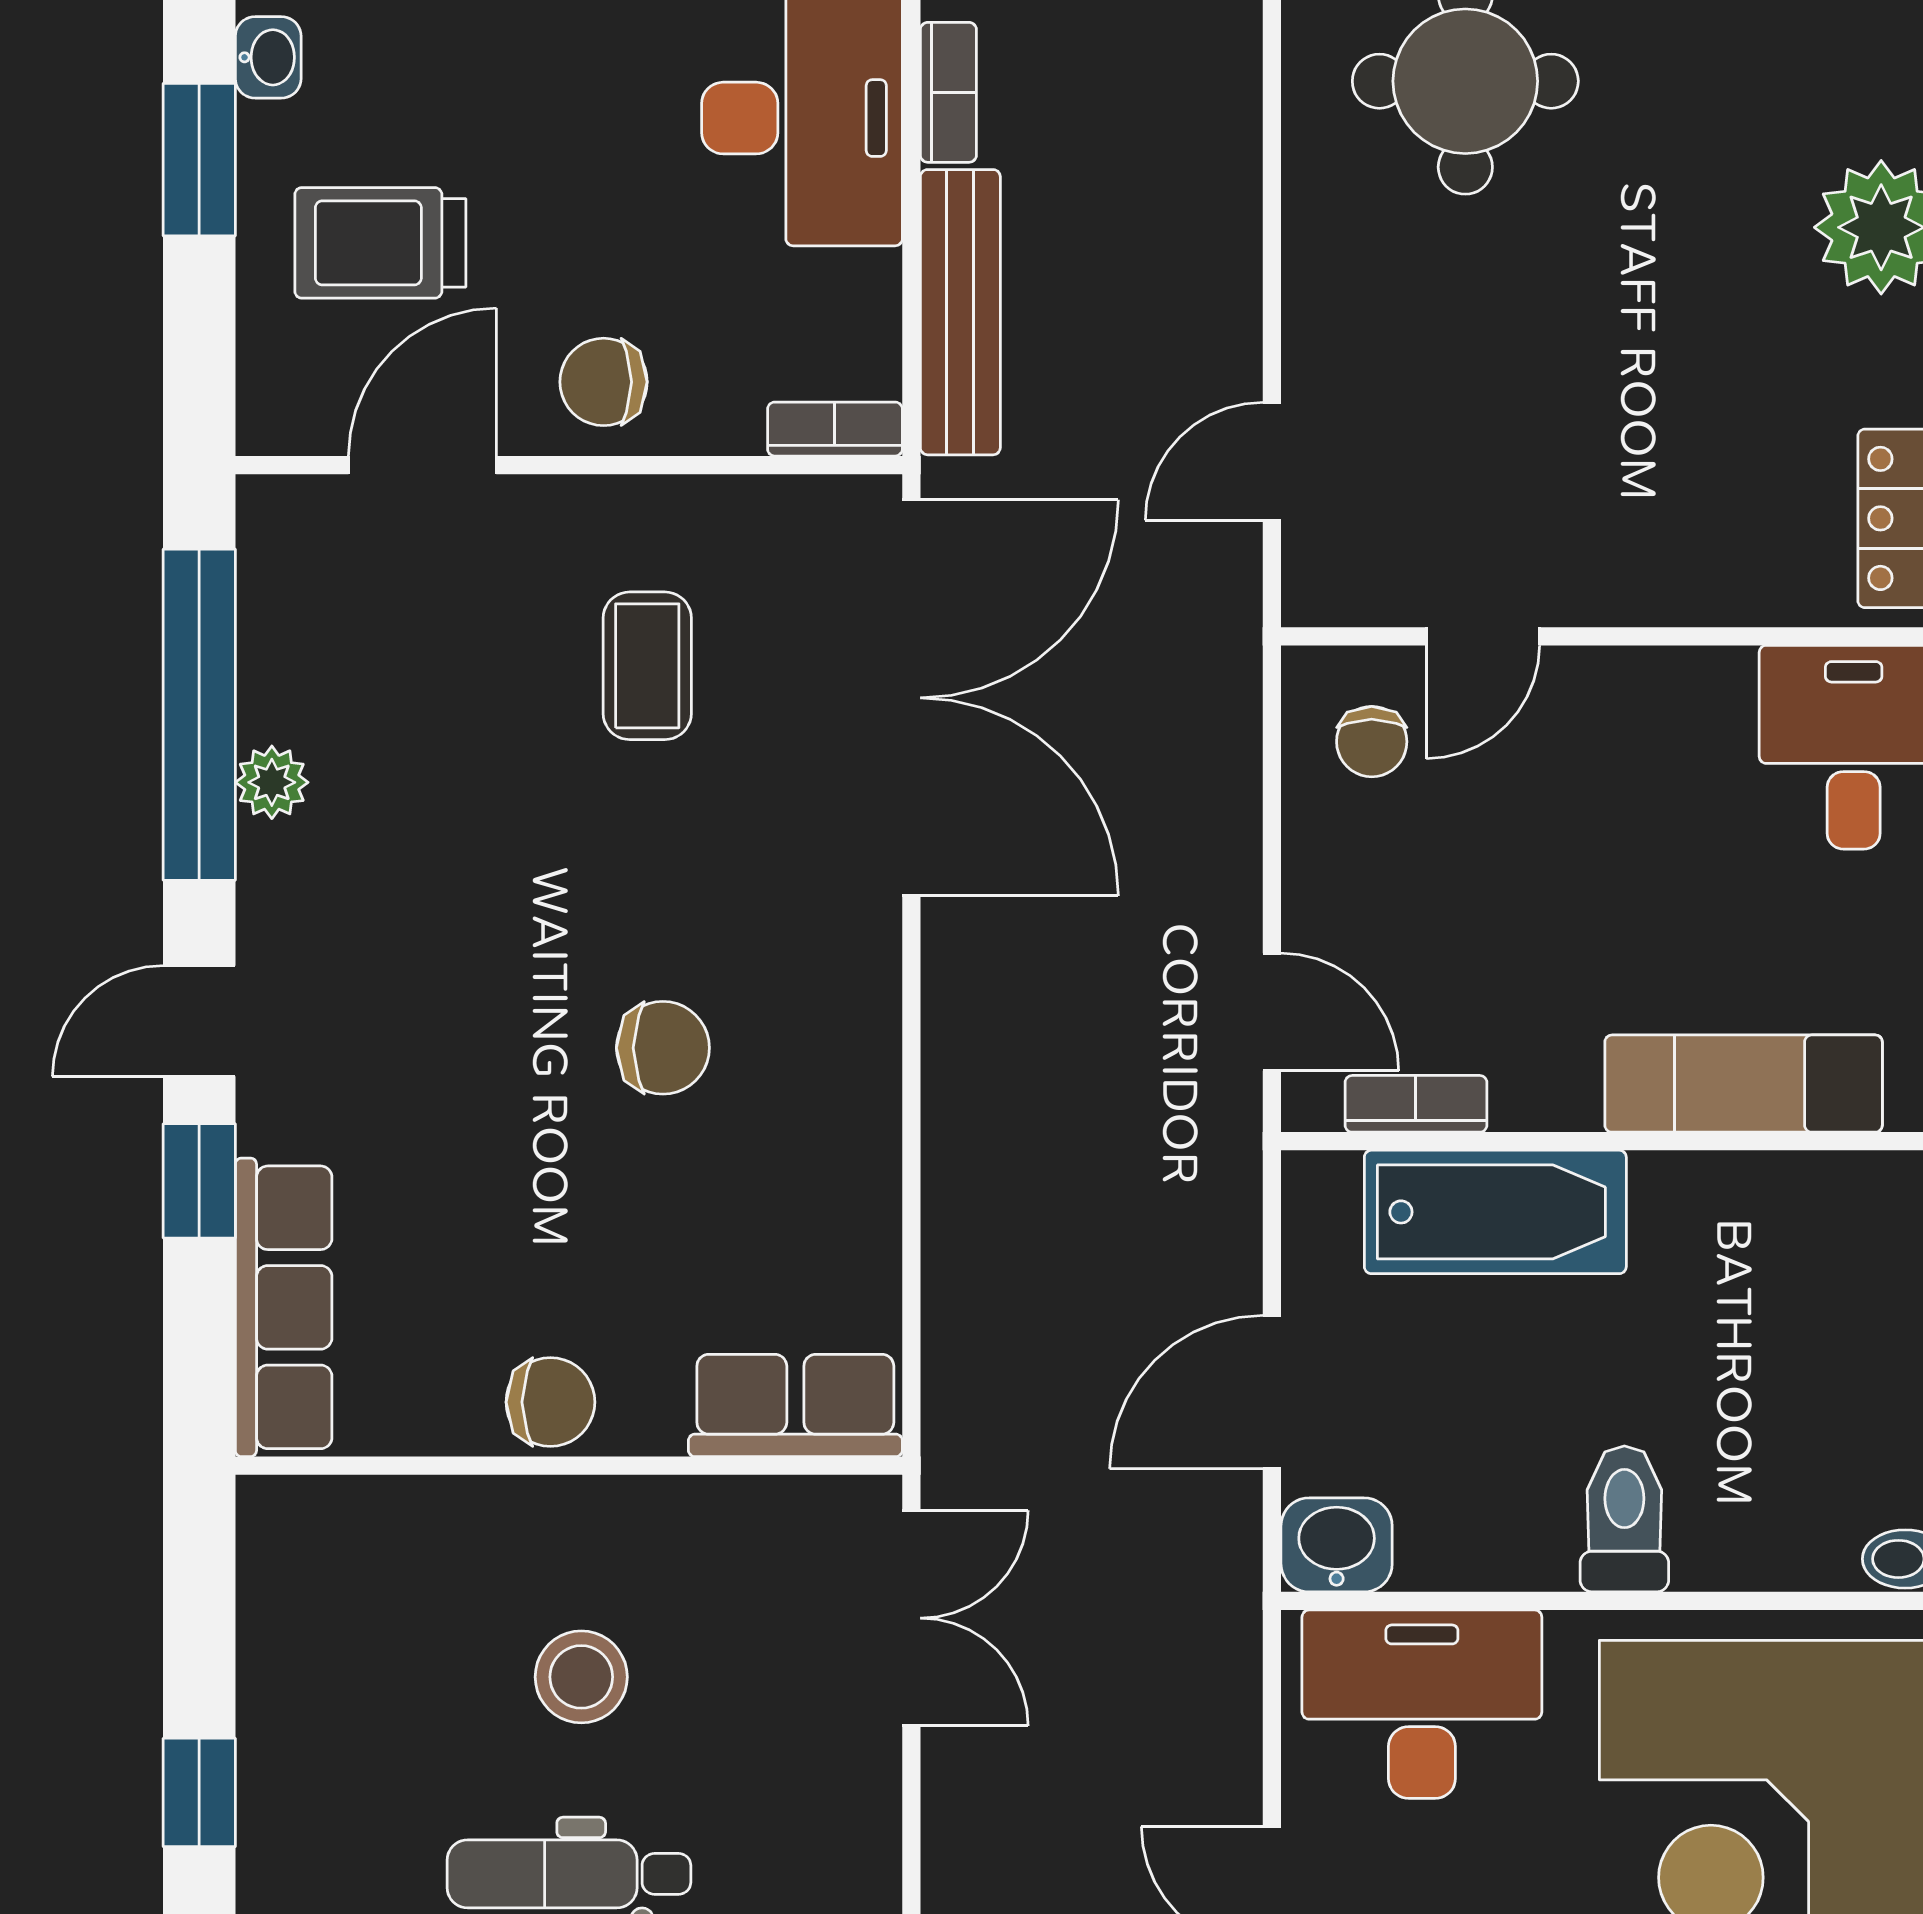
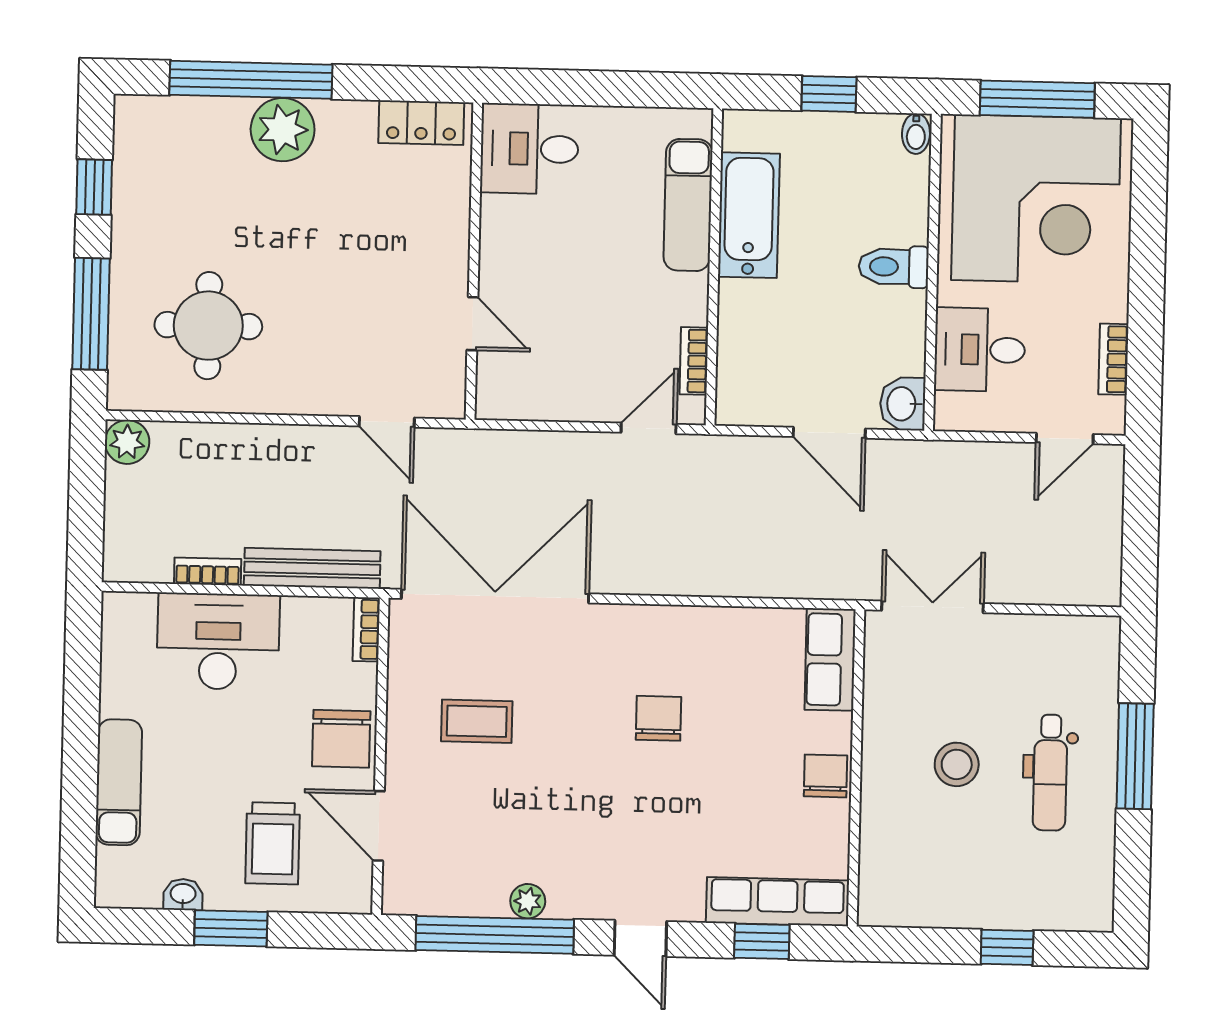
chair: (604, 382) -> (341, 739), width x1.37, depth x1.37
chair: (1372, 742) -> (521, 378), removed
window: (199, 1181) -> (762, 941), moved
bathtub: (1495, 1212) -> (749, 215), moved
desk: (1422, 1704) -> (980, 350), width x0.73

